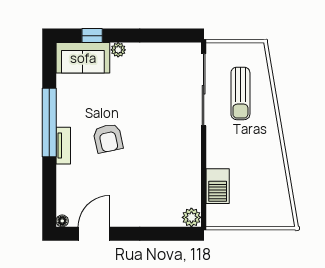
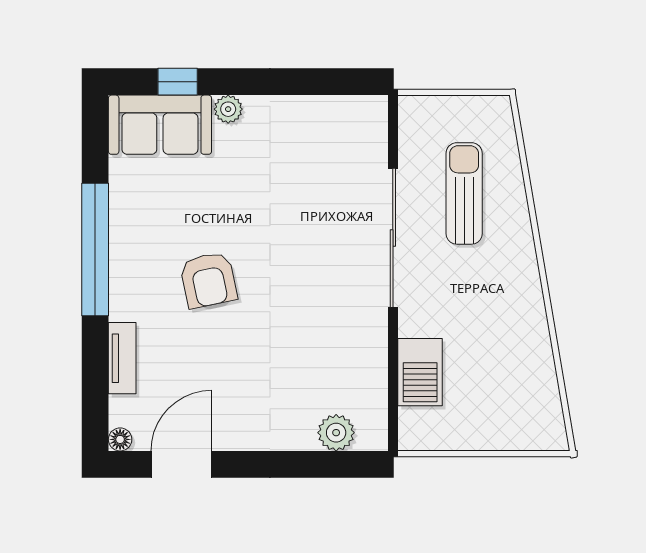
sliding door: (204, 90) -> (393, 238), moved
sun lounger: (240, 93) -> (464, 193), turned 180
tv unit: (63, 146) -> (122, 358), moved
plant: (191, 217) -> (336, 433), moved

